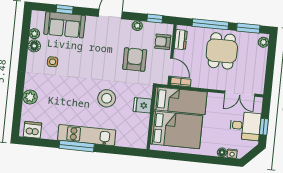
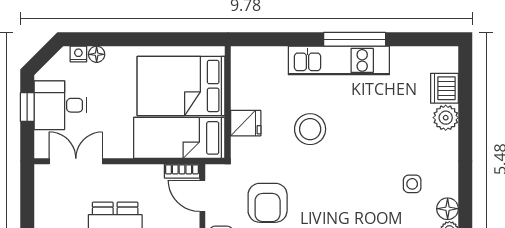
dishwasher: (33, 130) -> (444, 88), moved, turned 90

